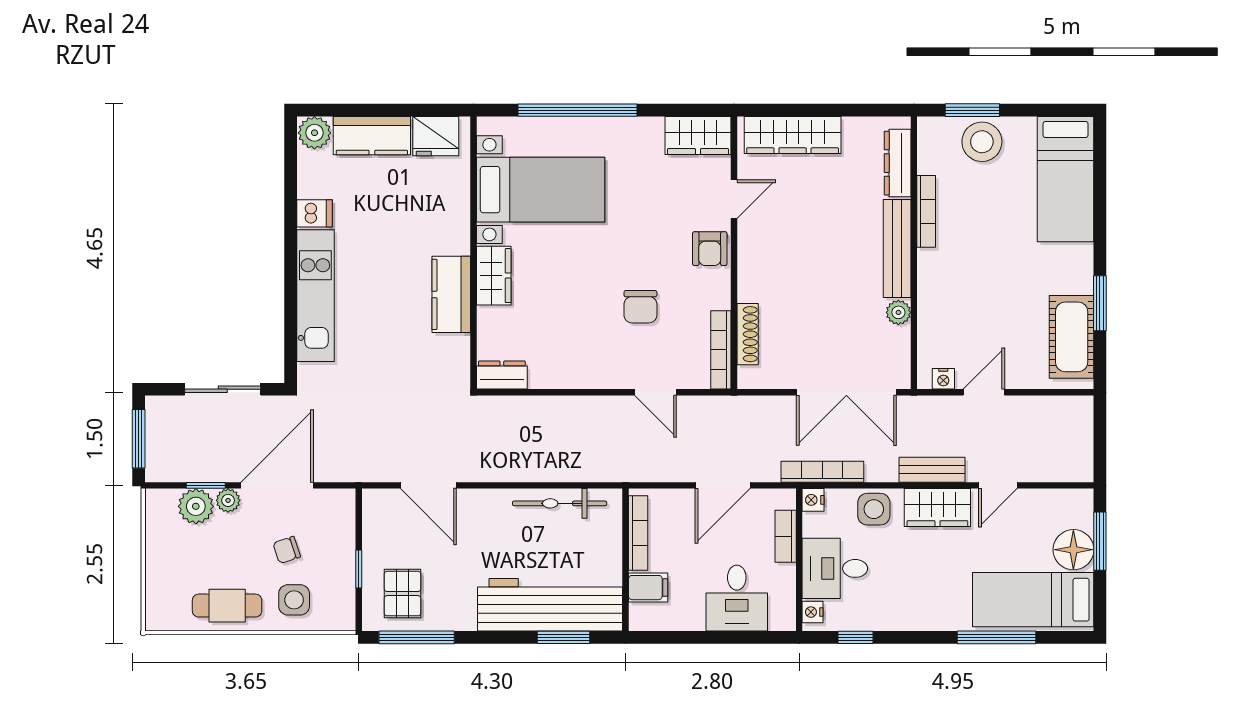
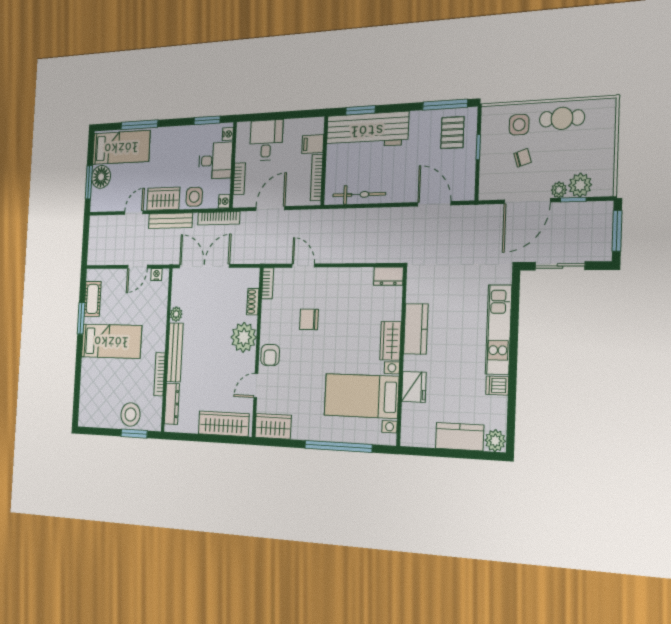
fridge: (436, 136) -> (414, 387), moved, turned 90
bed: (1066, 179) -> (111, 341), moved, turned 90
armchair: (710, 249) -> (270, 355), turned 180
plant: (762, 276) -> (244, 337), added
chair: (640, 307) -> (309, 319), turned -90
shoe rack: (748, 334) -> (253, 302), width x0.70
cot: (1072, 337) -> (92, 299), width x0.73, depth x0.75
bookcase: (721, 350) -> (268, 283), width x0.64
bench: (932, 470) -> (170, 221), width x1.36
window: (856, 637) -> (207, 120), width x1.50

